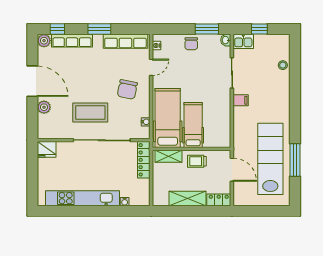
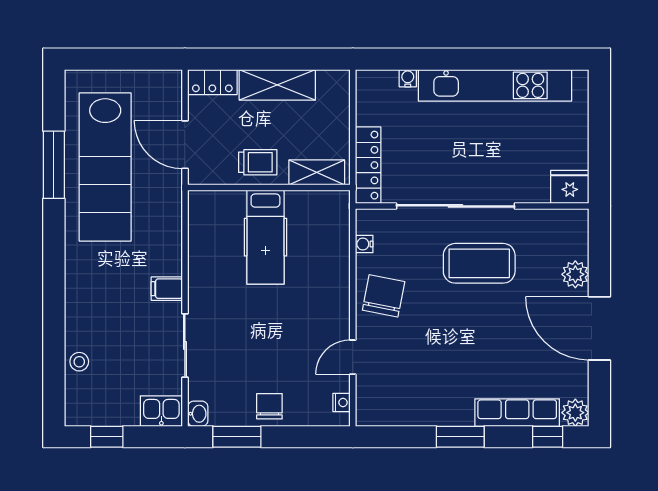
window: (259, 29) -> (107, 437), moved
row of seats: (125, 41) -> (406, 411), removed
chair: (127, 89) -> (384, 296), moved
hospital bed: (168, 118) -> (318, 252), removed

